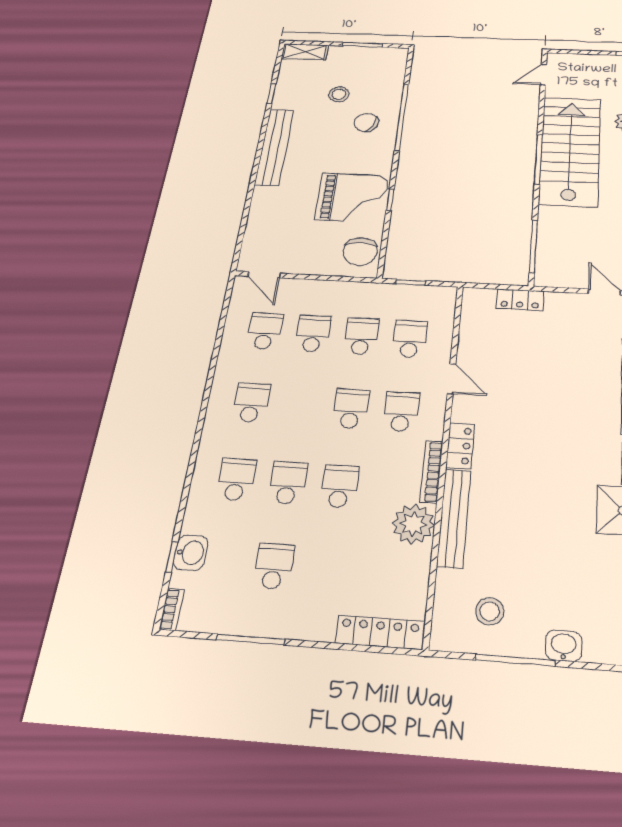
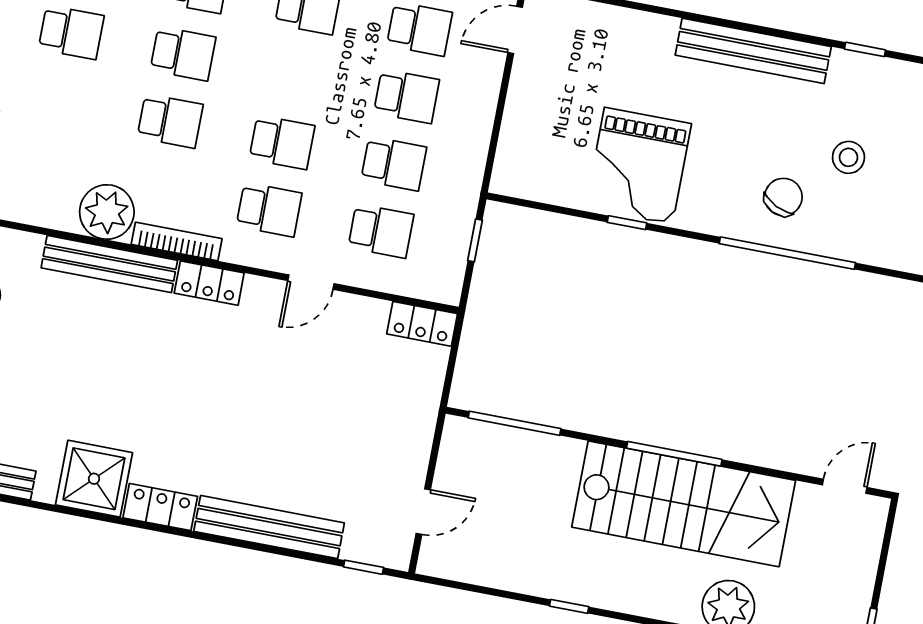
door: (543, 75) -> (845, 486), hinge flipped
chair: (360, 252) -> (538, 172), removed
locker: (520, 300) -> (422, 324), moved, turned -90

